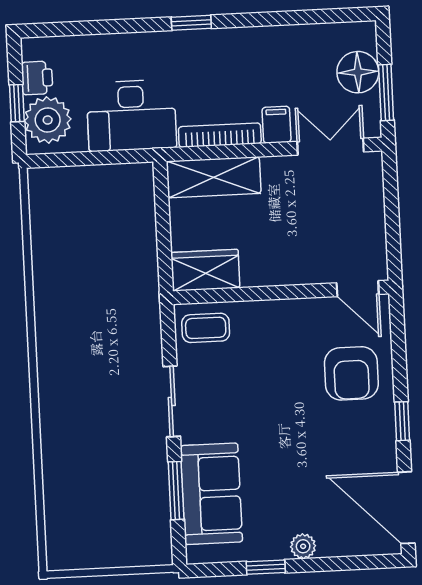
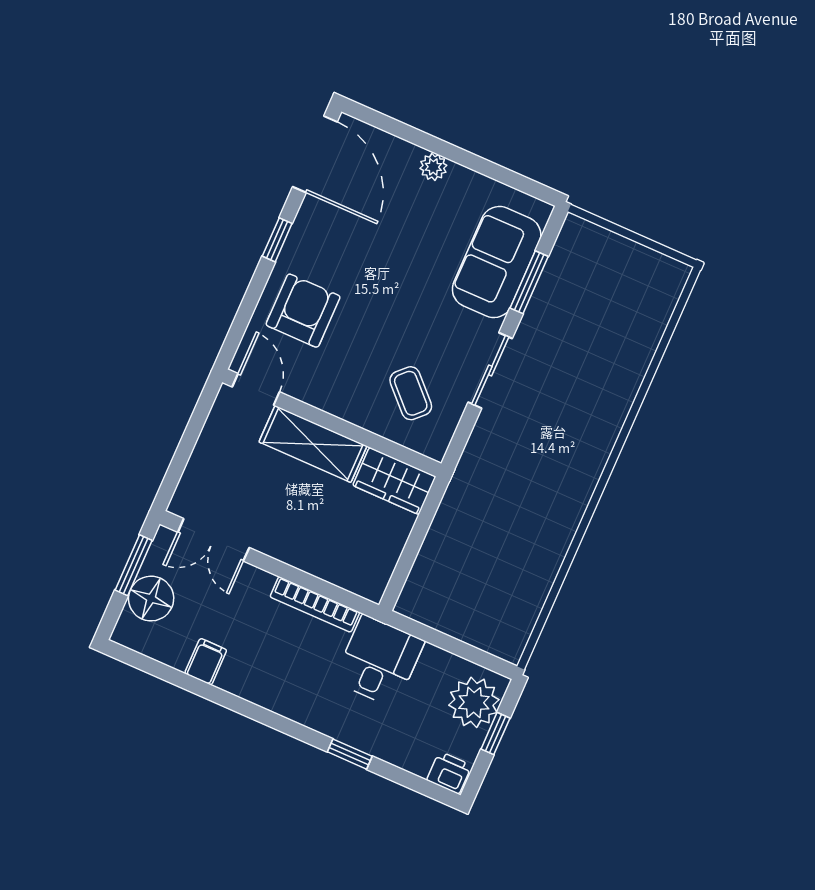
window: (191, 23) -> (350, 754), moved
printer: (37, 78) -> (449, 773), moved, turned 90
desk: (131, 115) -> (379, 661), width x0.73
filing cabinet: (277, 125) -> (206, 662), moved, turned 180
shelving: (214, 177) -> (313, 444), moved
coffee table: (206, 328) -> (411, 393), moved, turned 45
window: (266, 567) -> (480, 165), removed

